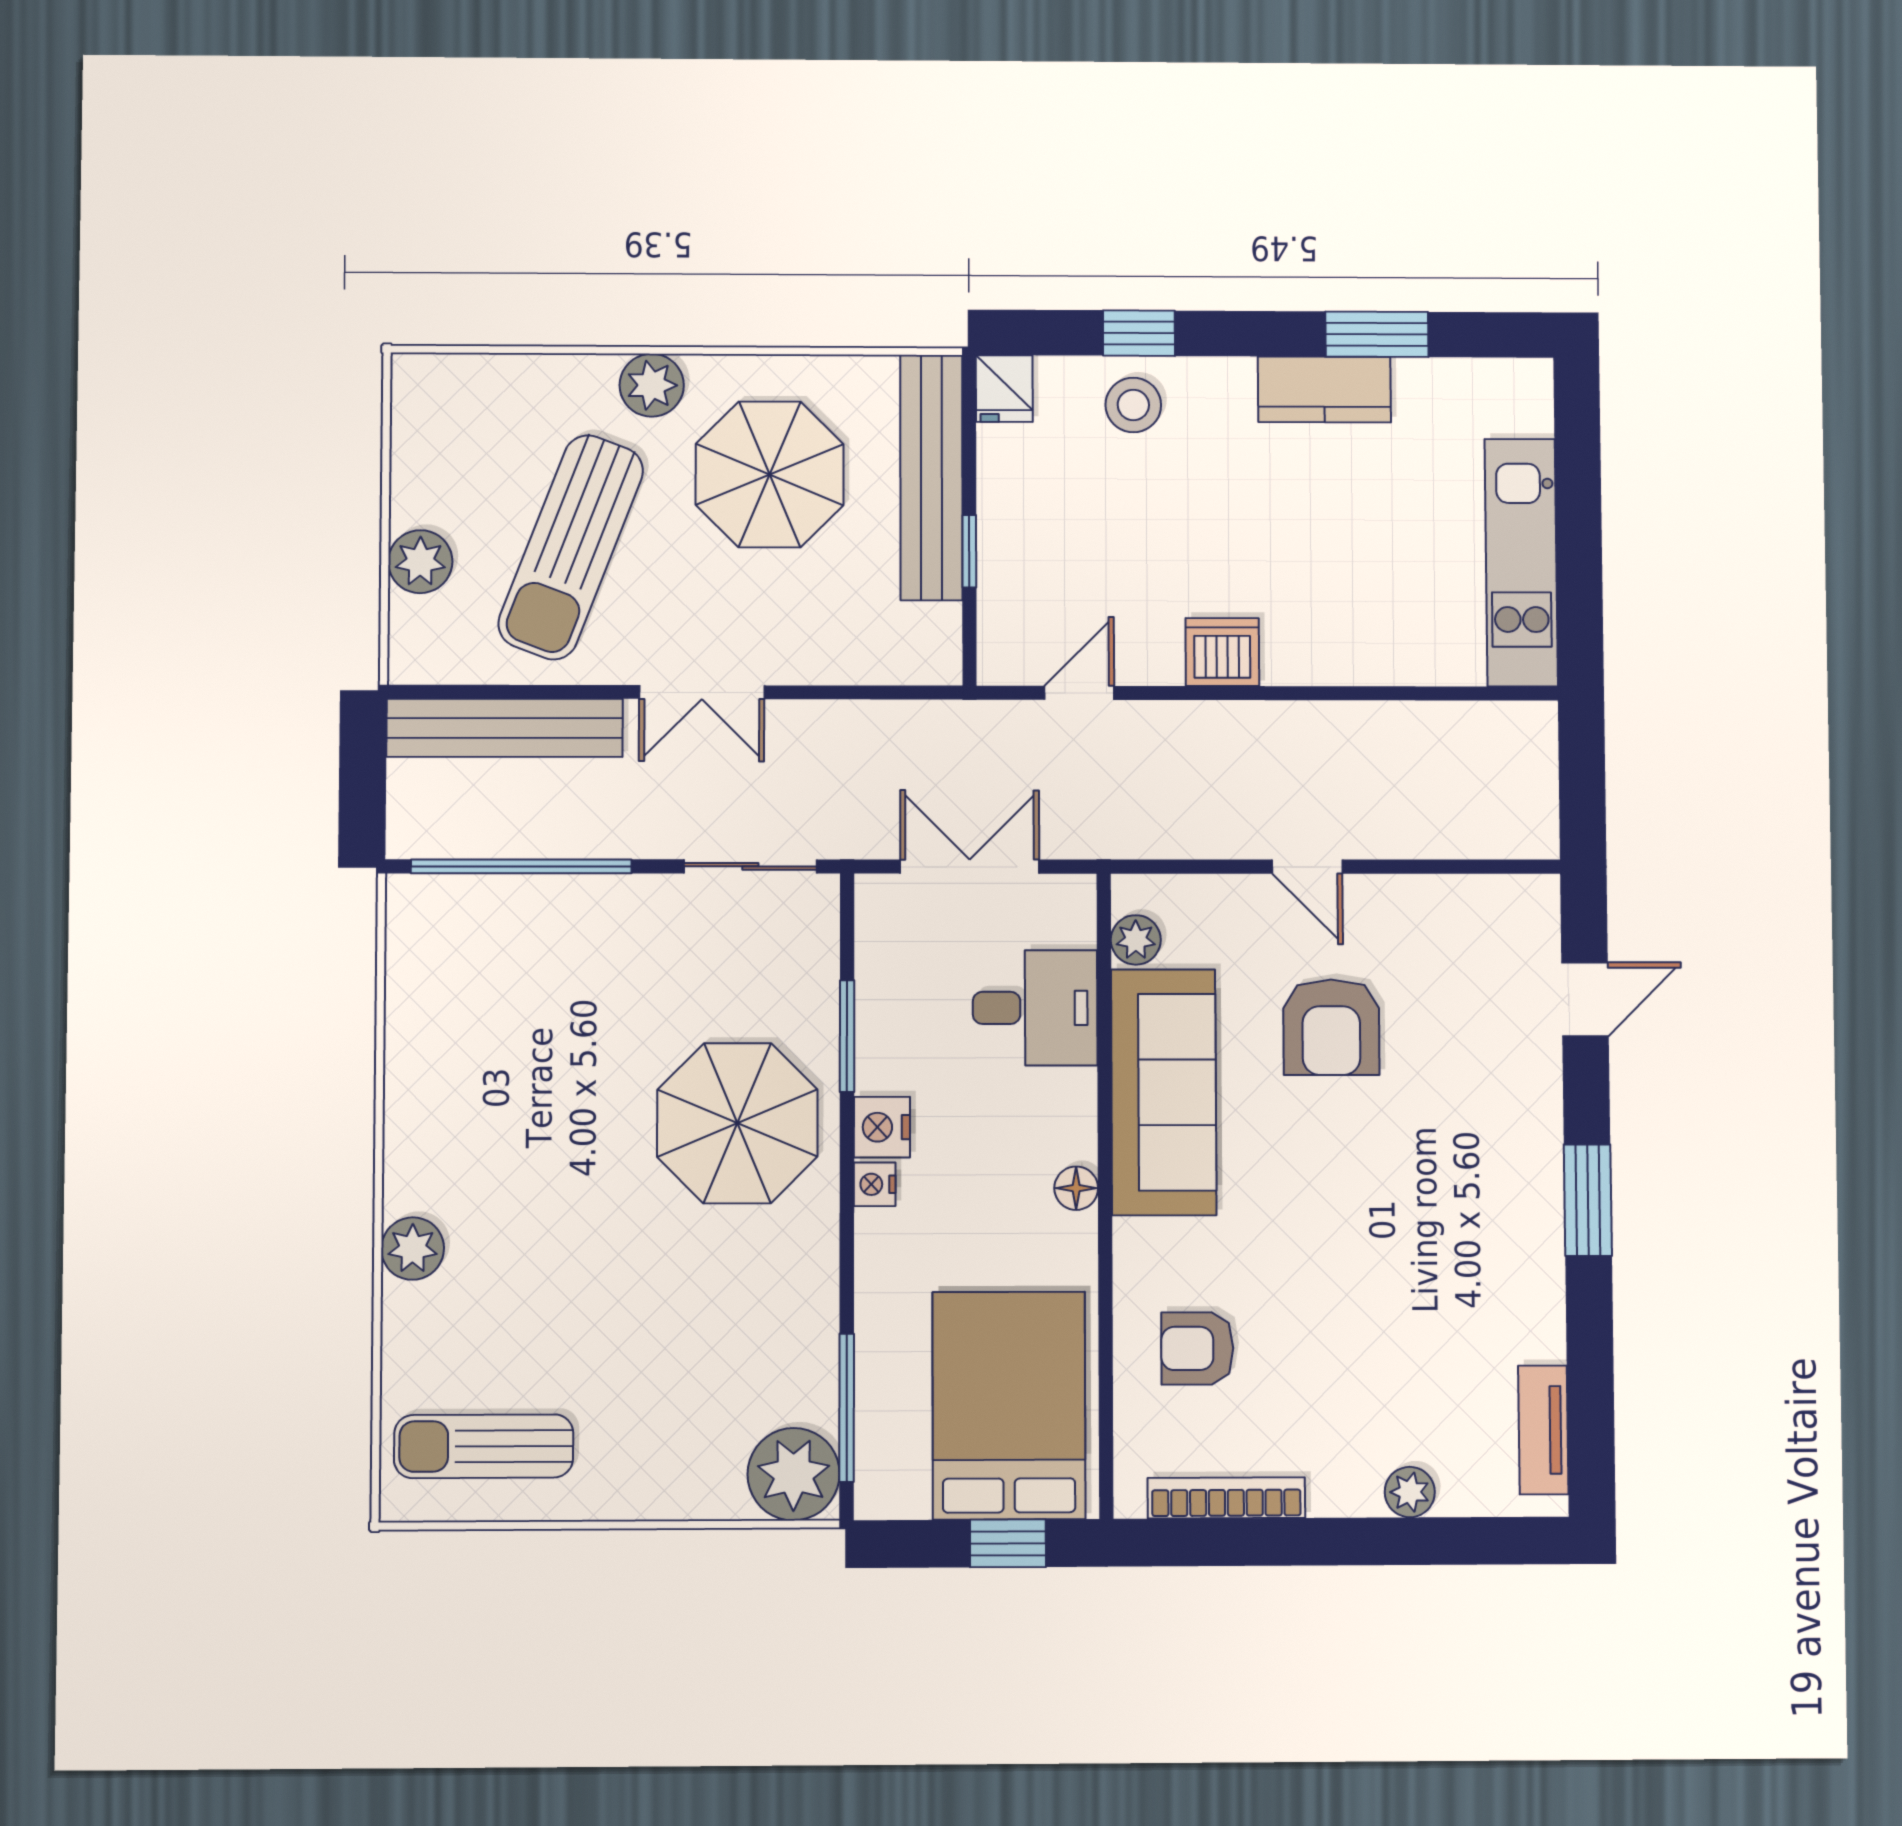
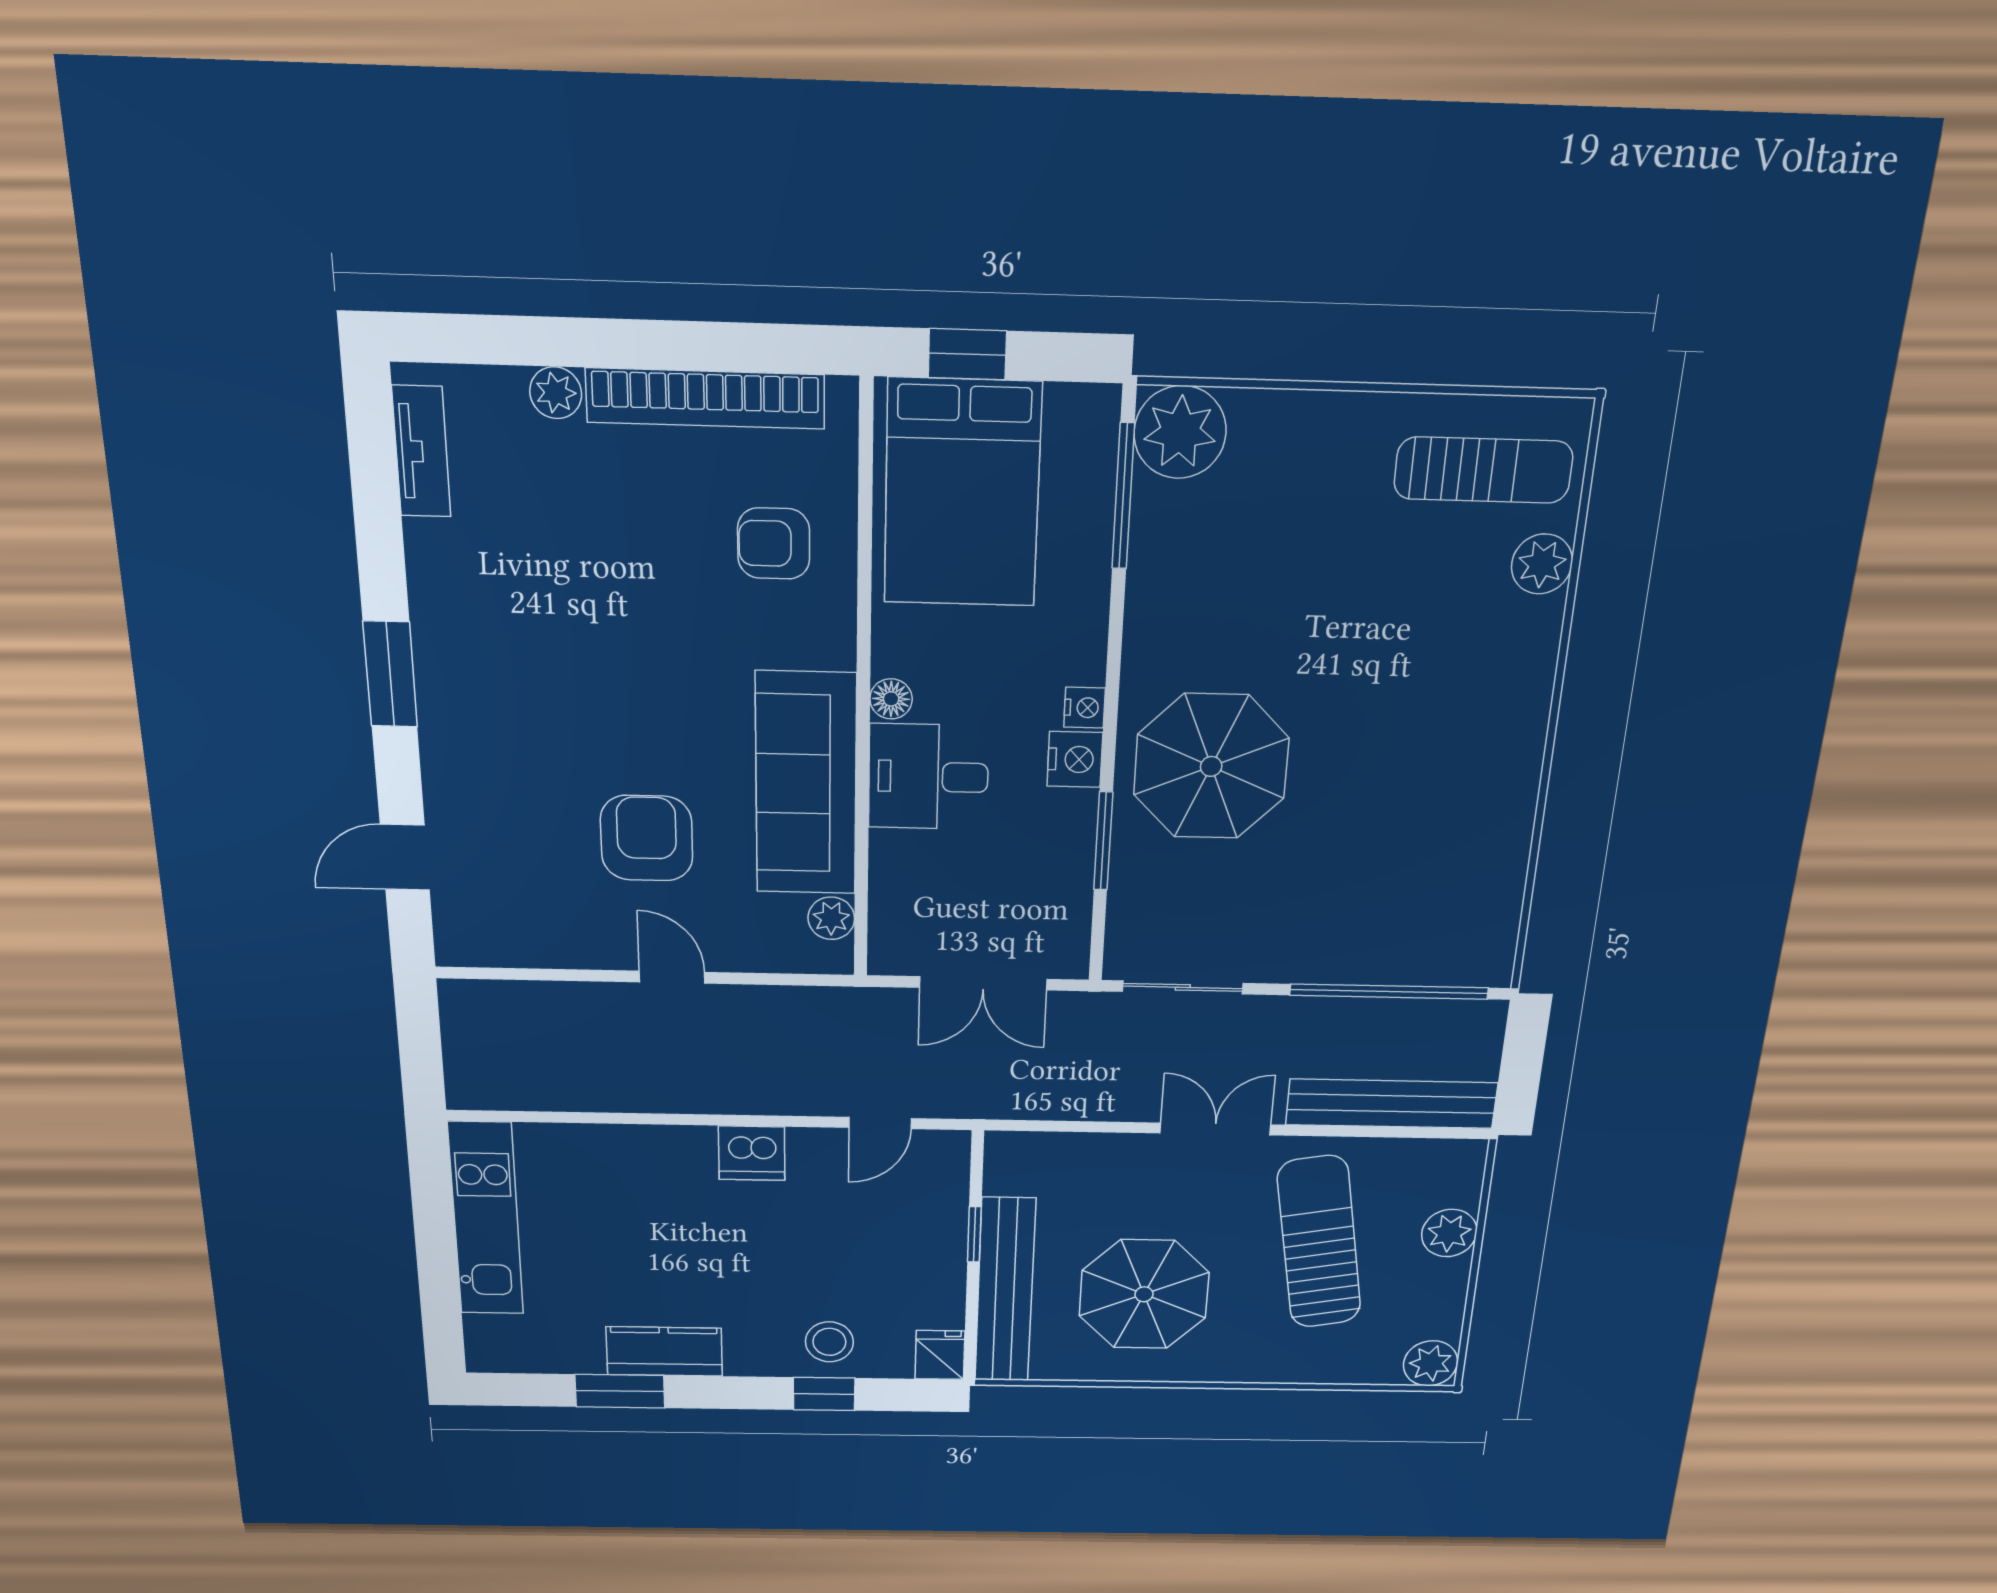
plant: (652, 385) -> (1431, 1363), moved
sun lounger: (571, 547) -> (1319, 1242), turned -31
desk: (1035, 1008) -> (928, 777), moved
plant: (413, 1249) -> (1542, 564), moved
armchair: (1197, 1348) -> (774, 544), turned 180
bookcase: (1226, 1498) -> (705, 399), width x1.48, depth x1.31

